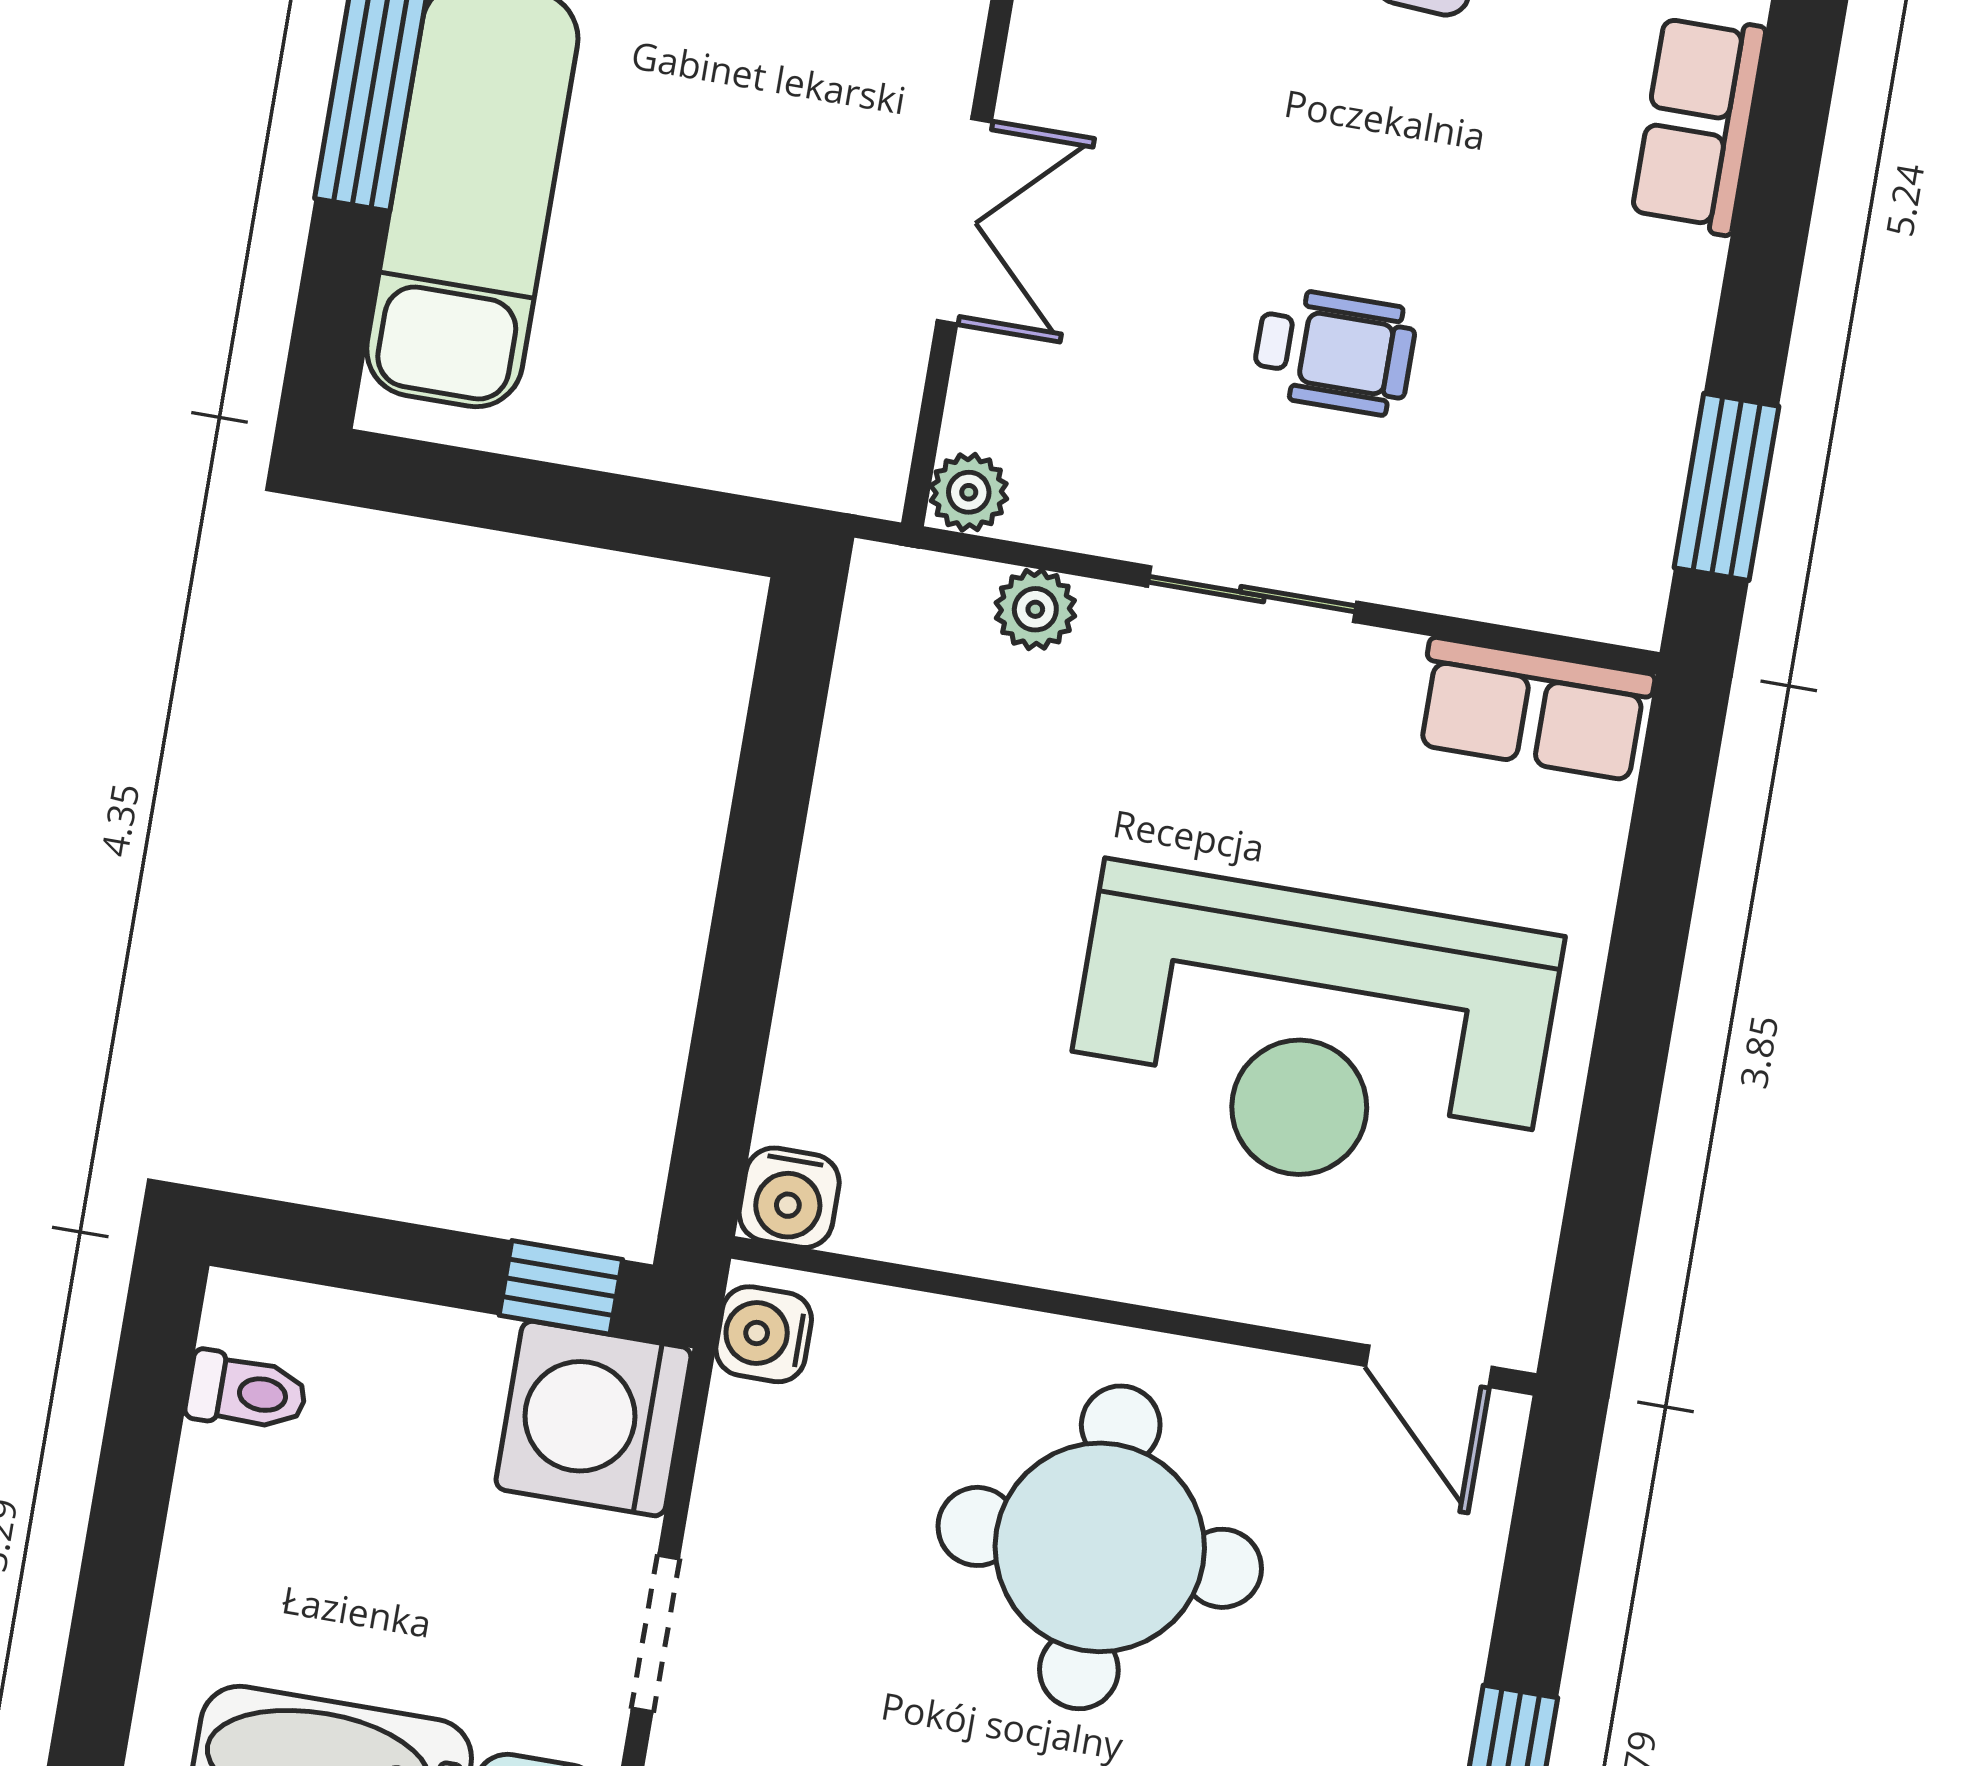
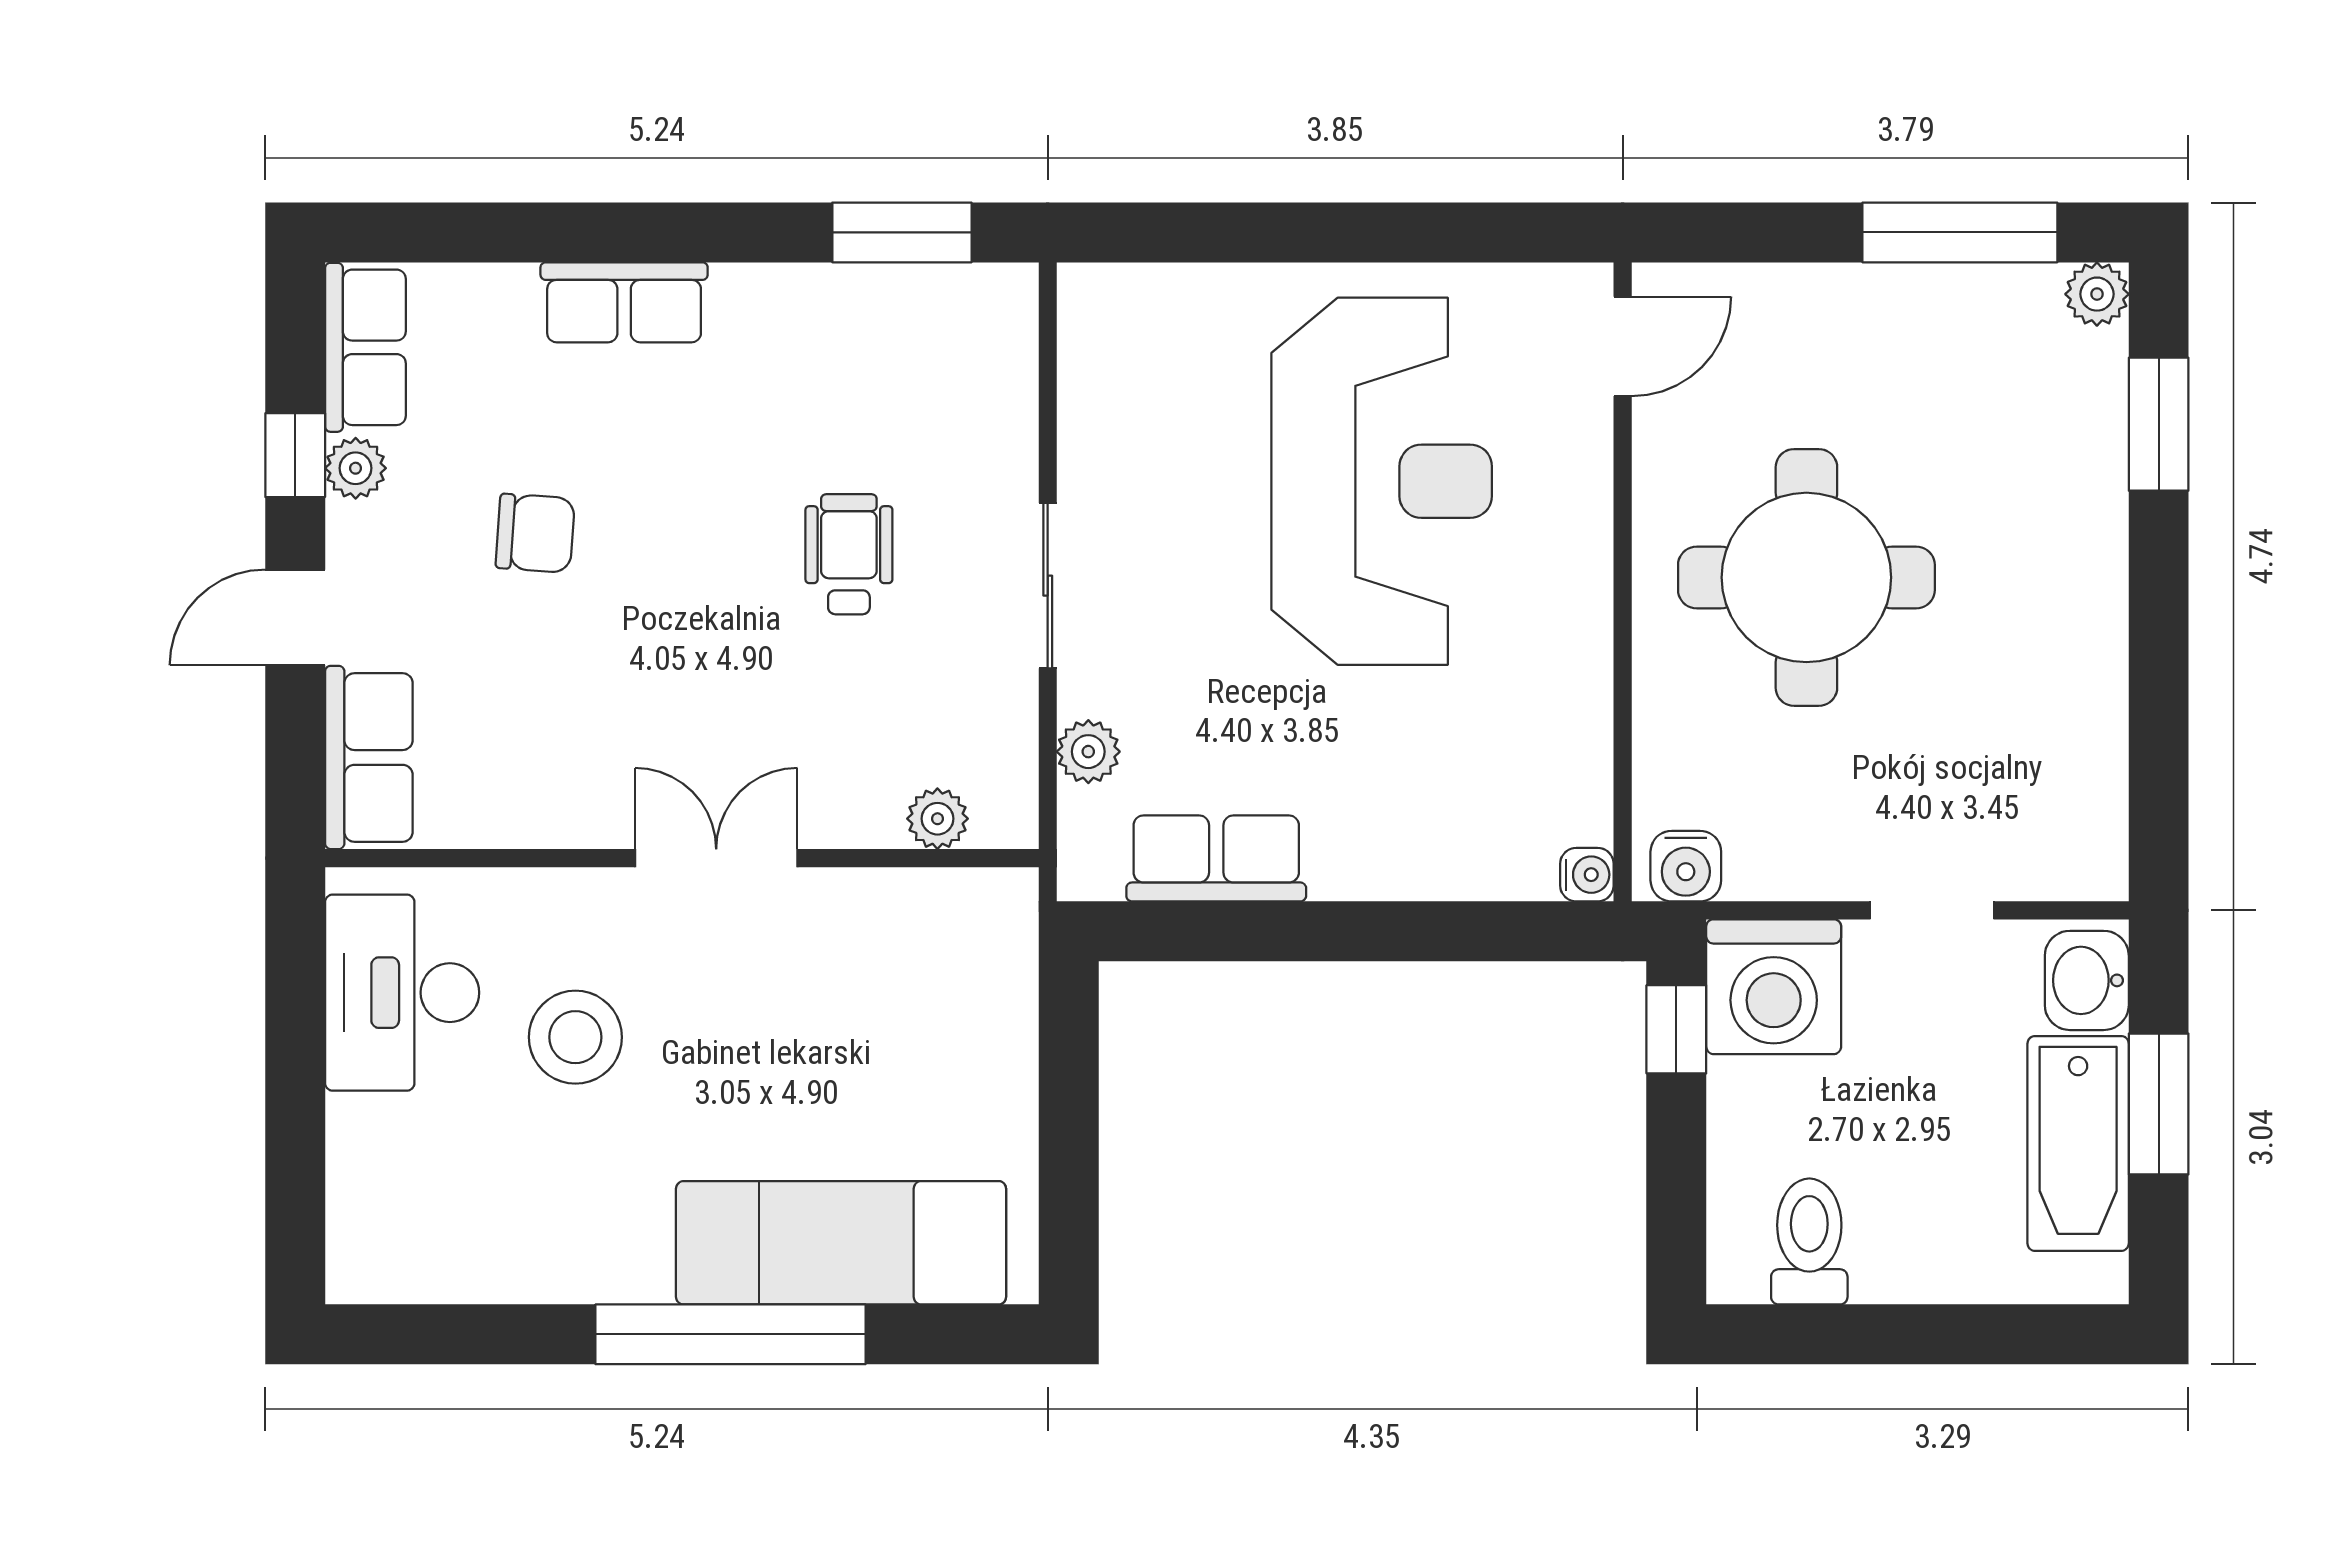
double door: (964, 221) -> (716, 858), moved
plant: (969, 492) -> (937, 819), moved
row of seats: (1534, 709) -> (1216, 858), moved, turned -90
water cooler: (789, 1198) -> (1587, 875), width x0.72, depth x0.72
toilet: (247, 1392) -> (1809, 1241), width x1.37, depth x1.39

